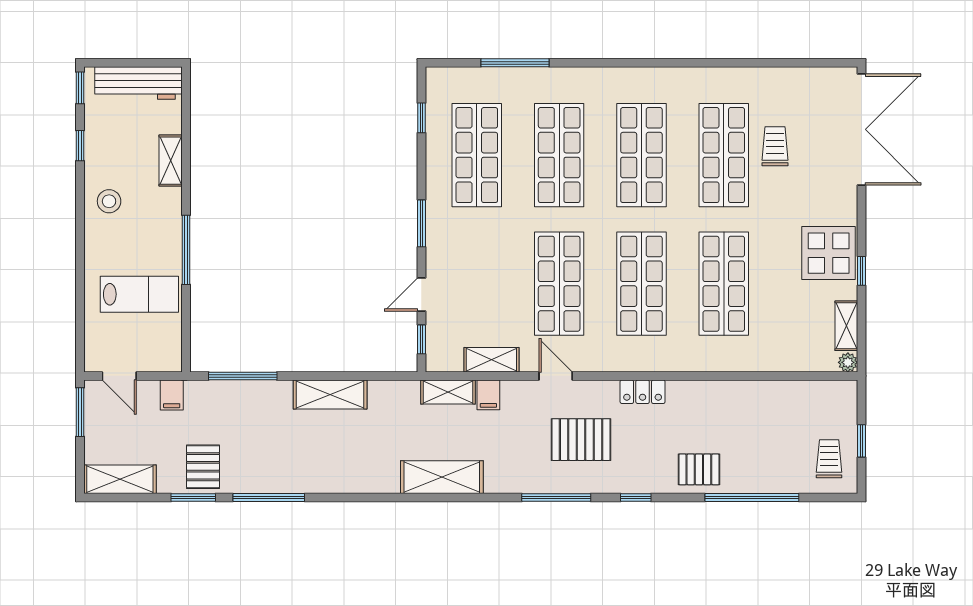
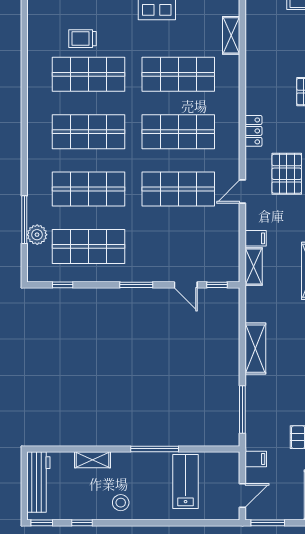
plant: (494, 81) -> (37, 235), added
shelving: (491, 360) -> (231, 35), moved

